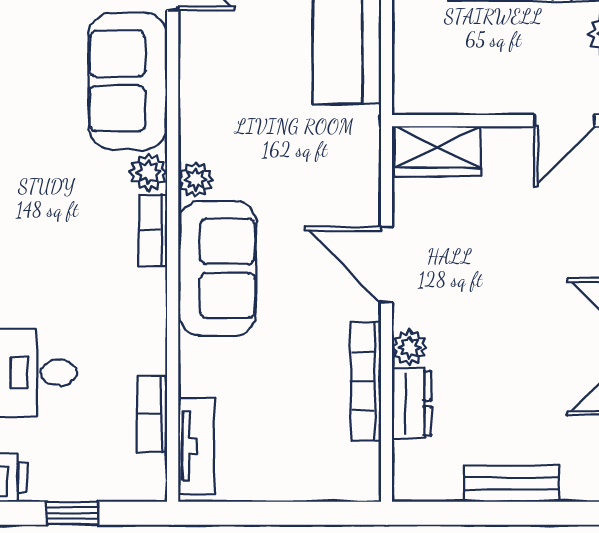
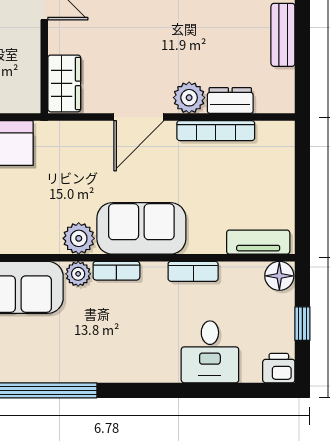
plant: (196, 180) -> (79, 238), width x1.38, depth x1.38
plant: (409, 347) -> (189, 98), width x1.38, depth x1.38
bookcase: (152, 414) -> (193, 271), moved
floor lamp: (145, 478) -> (279, 276), added

